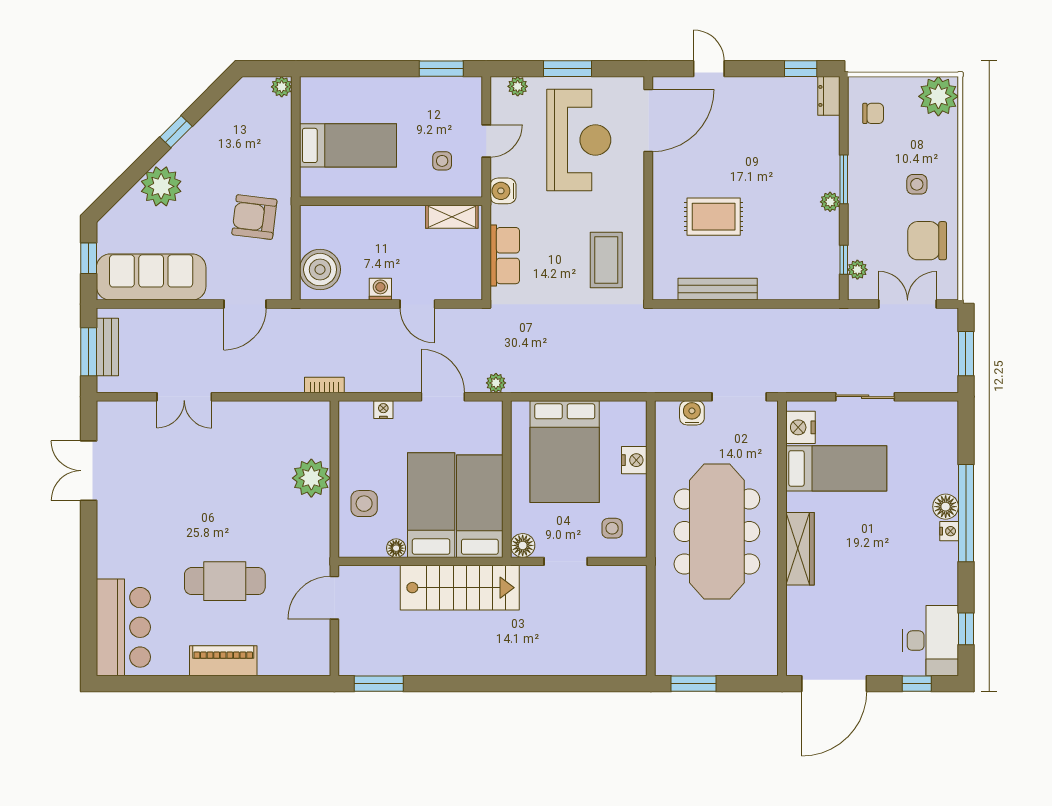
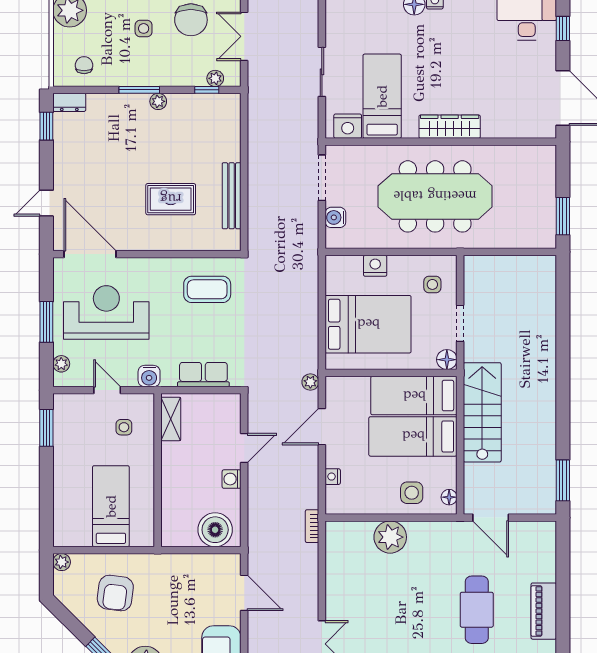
armchair: (254, 217) -> (115, 593), moved
rug: (714, 217) -> (171, 199), turned 90
floor lamp: (396, 548) -> (449, 497), moved

